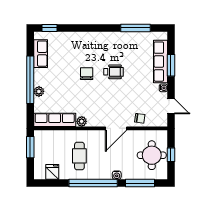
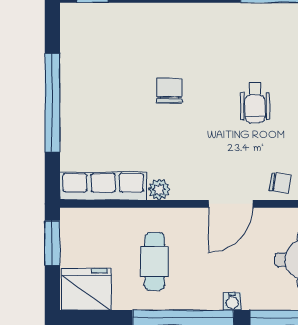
row of seats: (41, 54) -> (74, 49), removed
wheelchair: (113, 72) -> (255, 103), moved, turned 90
plant: (39, 91) -> (70, 127), removed
fridge: (52, 172) -> (86, 289), width x1.88, depth x1.34

